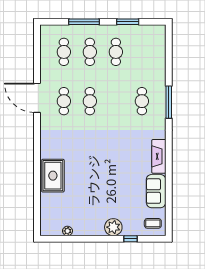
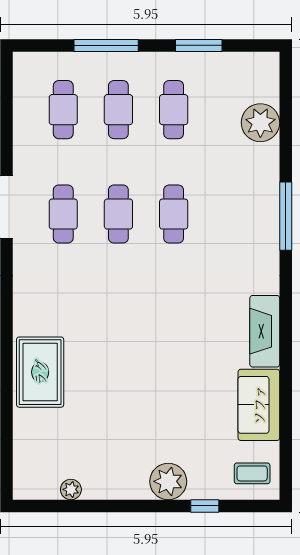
plant: (157, 58) -> (260, 123), added
cafe table: (142, 101) -> (174, 214), moved

